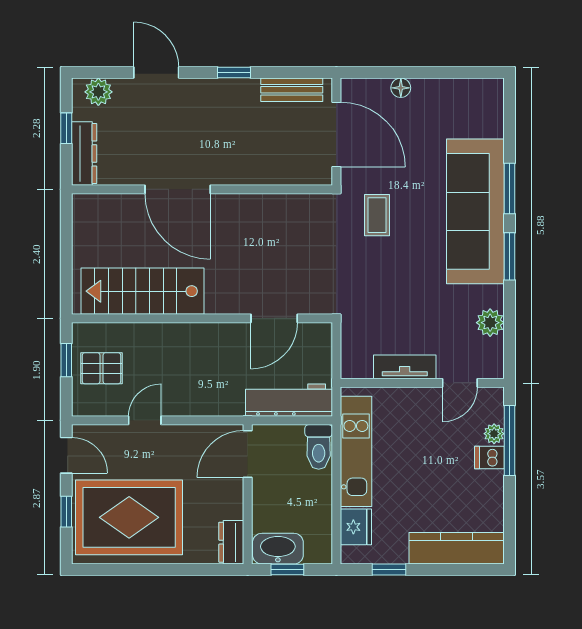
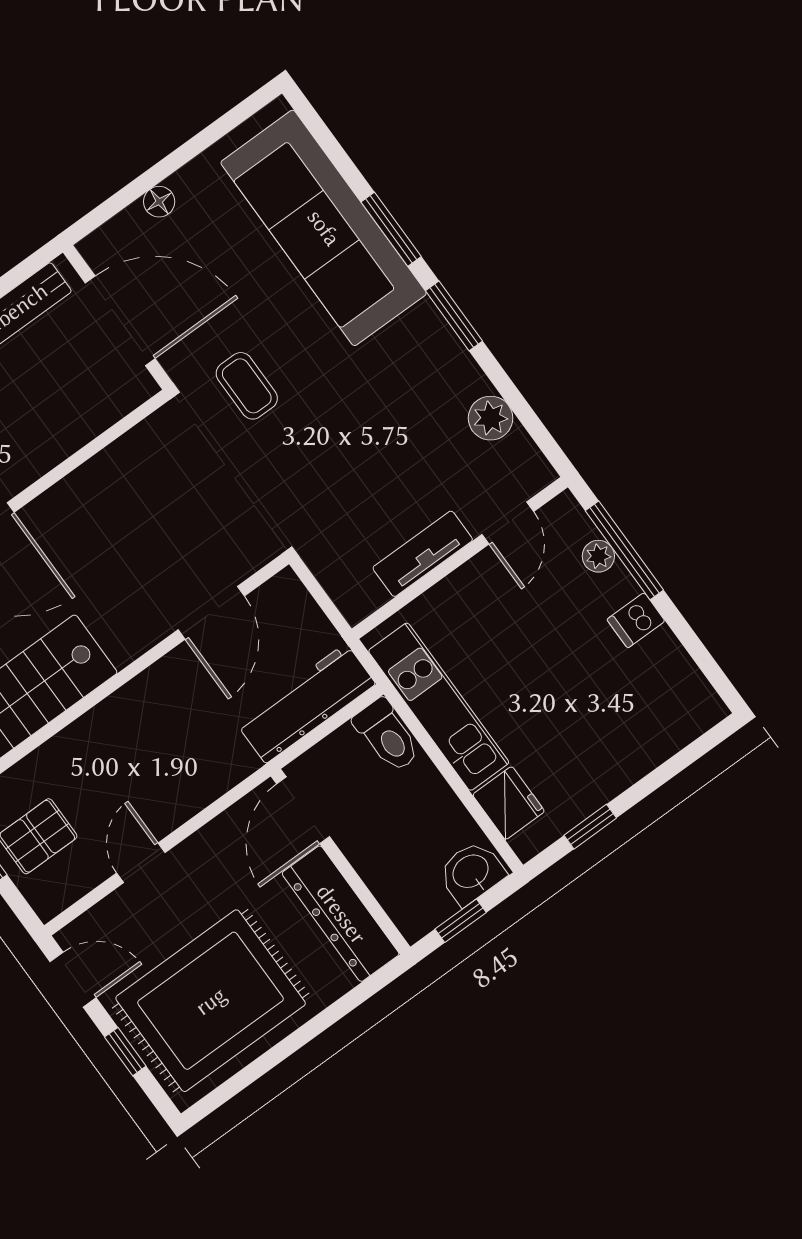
sofa: (475, 211) -> (324, 228), moved
dishwasher: (489, 457) -> (636, 620), moved
dresser: (231, 542) -> (341, 914), width x1.96, depth x1.24
kitchen counter: (457, 548) -> (657, 737), removed
washbasin: (278, 549) -> (471, 872), moved, width x0.72

